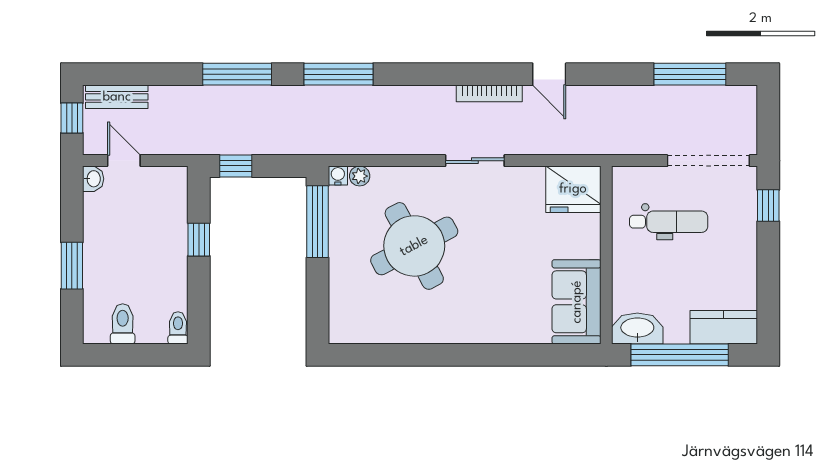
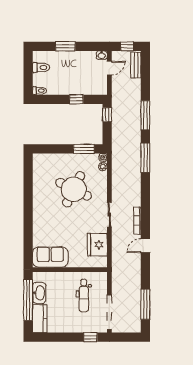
fridge: (573, 189) -> (97, 245), moved
window: (318, 222) -> (84, 149), width x0.69
round table: (414, 246) -> (74, 189), turned -36
washbasin: (637, 328) -> (39, 293), moved

